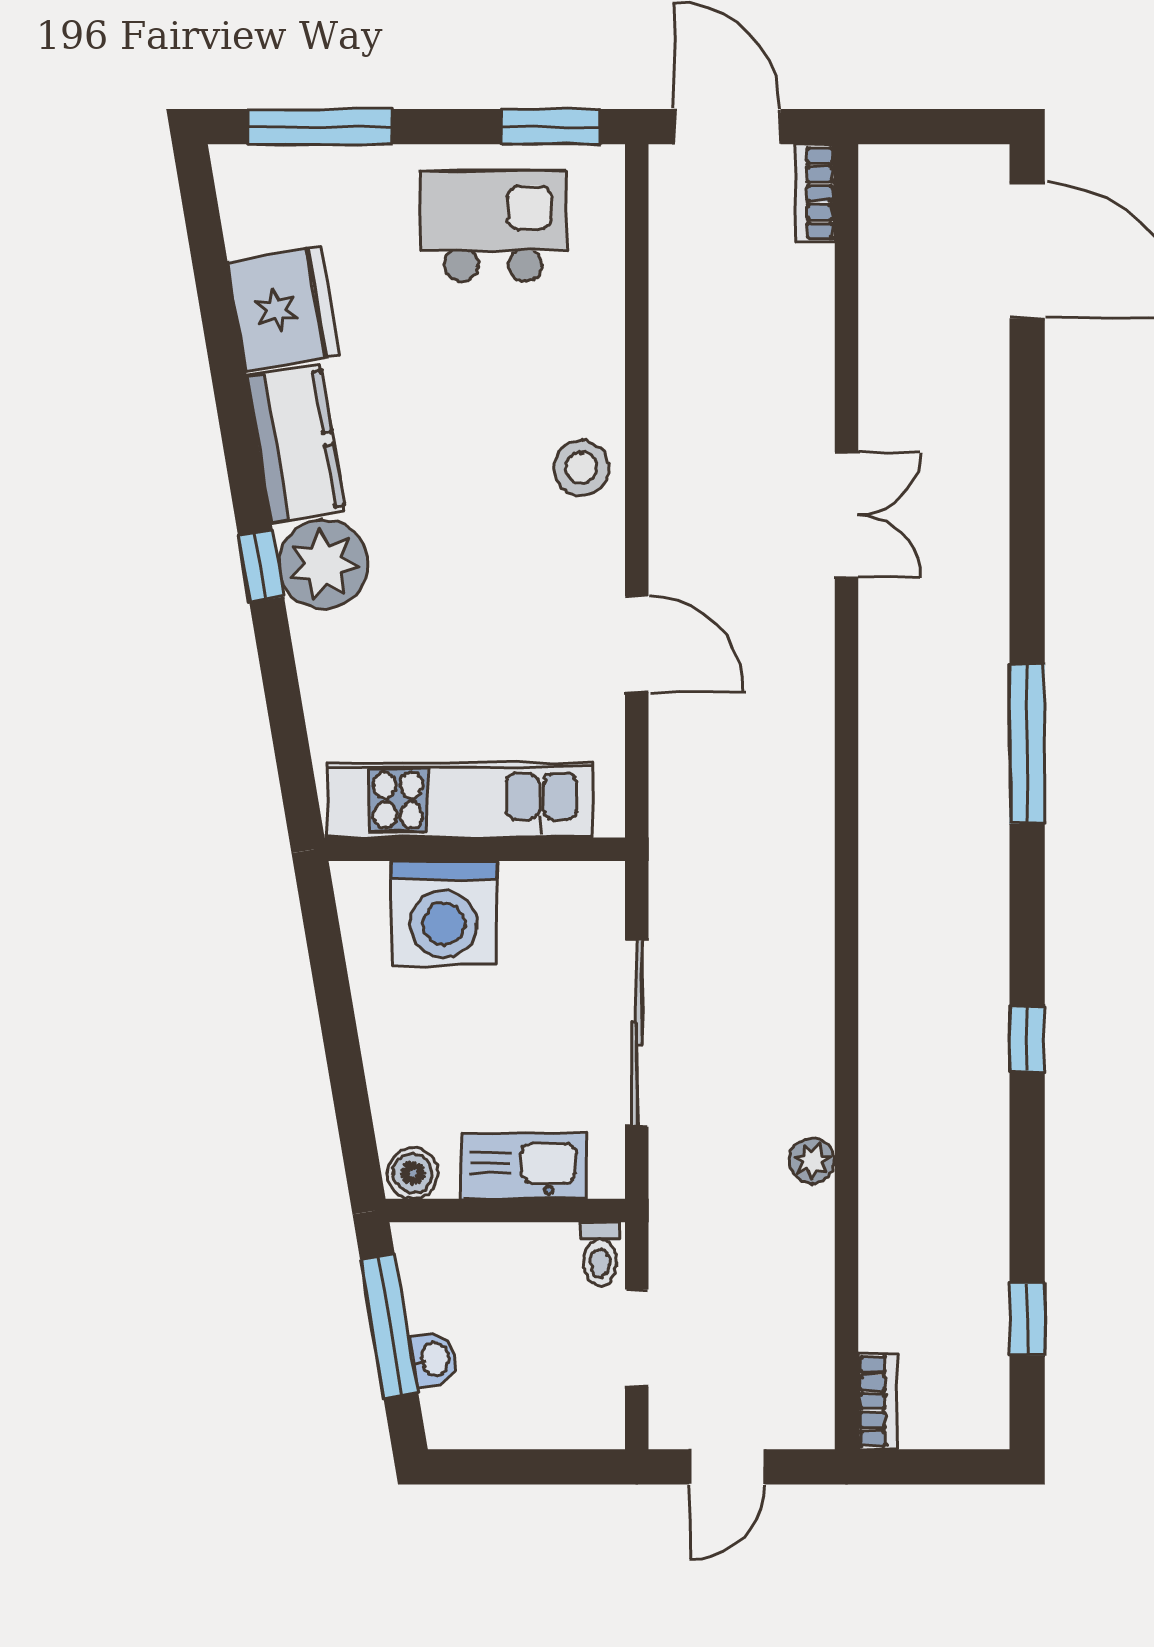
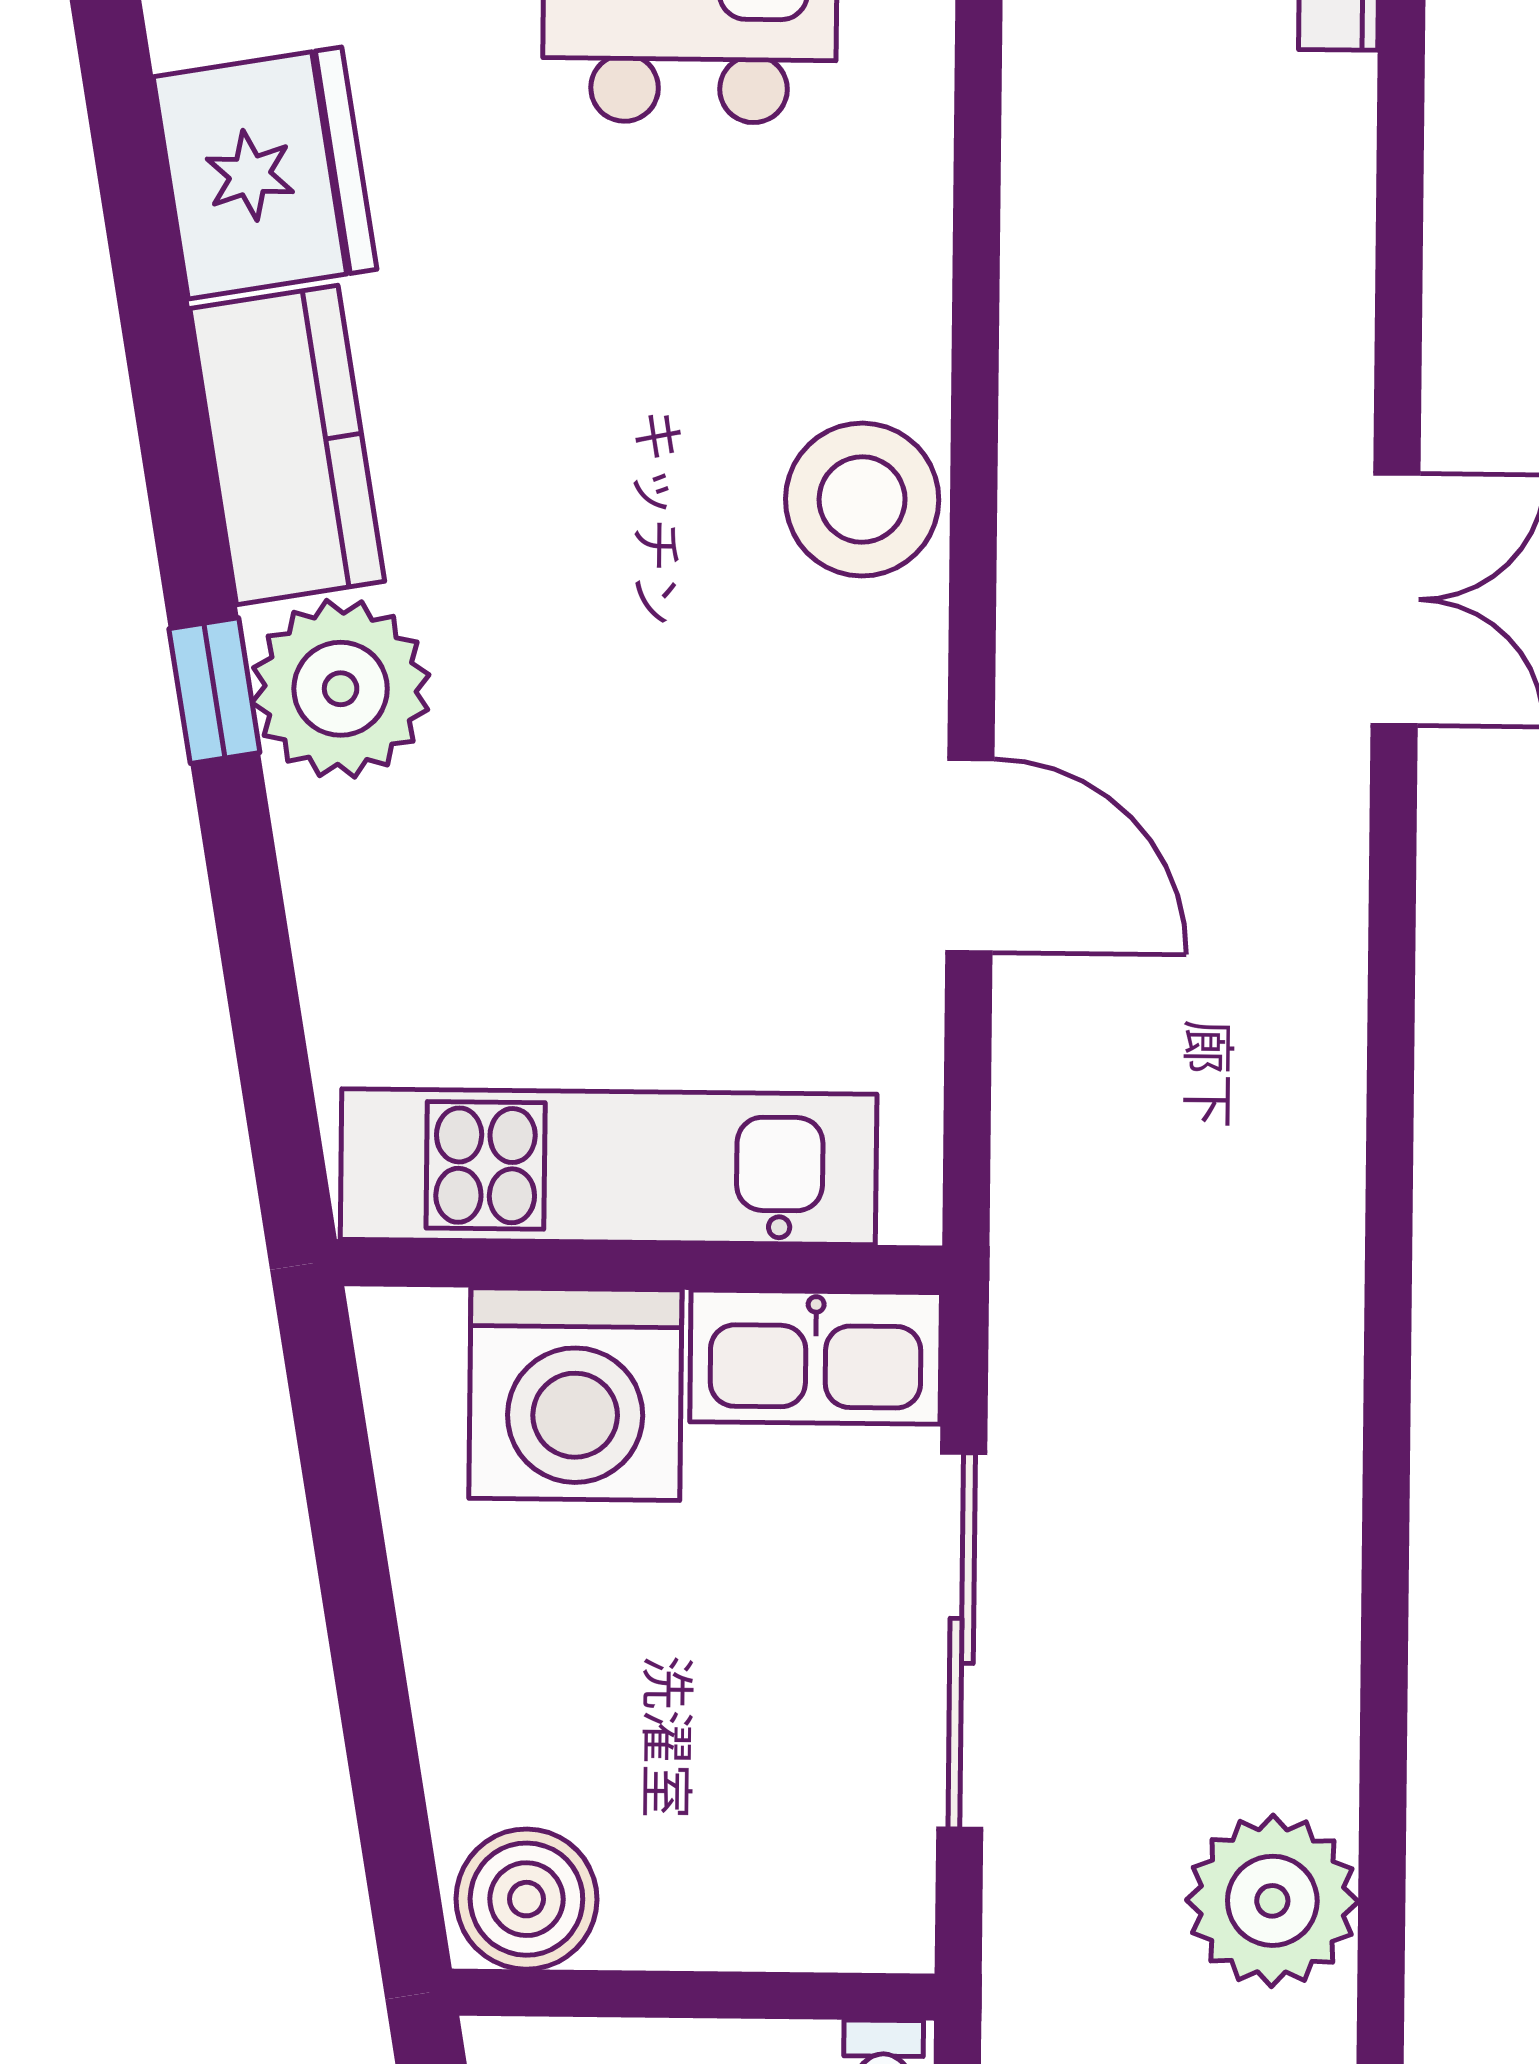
stool: (581, 468) -> (862, 500), width x1.38, depth x1.38
plant: (812, 1161) -> (1272, 1901), width x1.87, depth x1.87
kitchen sink: (524, 1166) -> (816, 1357), moved, turned 180
boiler: (413, 1173) -> (526, 1899), width x1.36, depth x1.36

